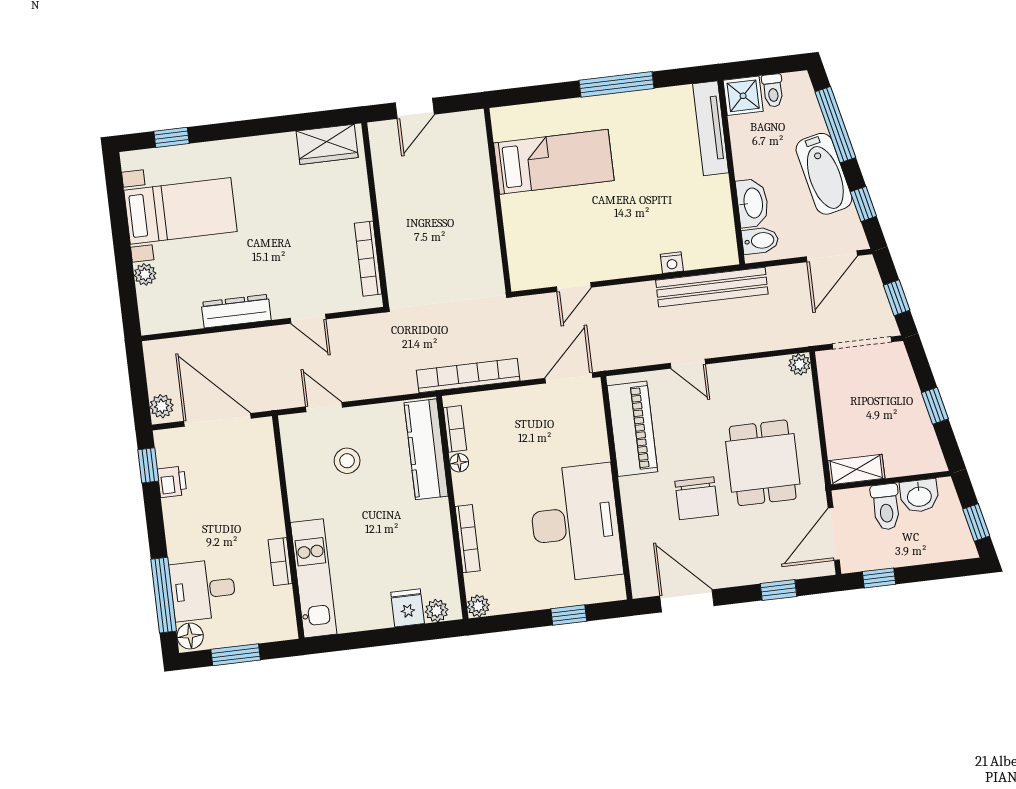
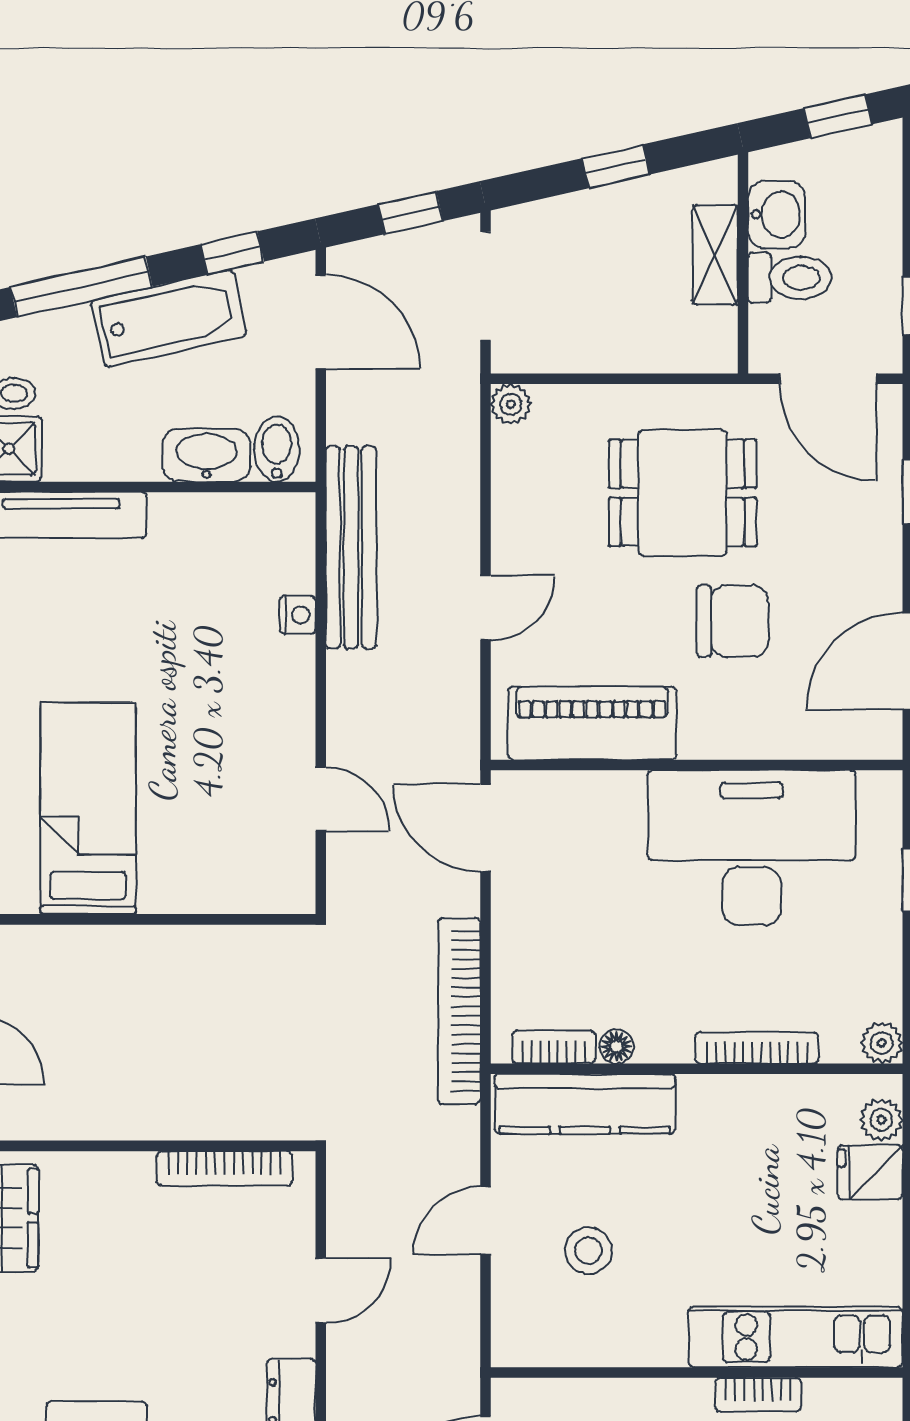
door: (324, 407) -> (485, 1221), moved
shelving: (856, 470) -> (715, 255), moved

